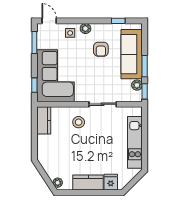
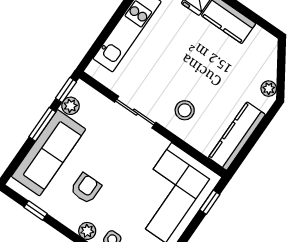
kitchen counter: (44, 120) -> (237, 136), width x1.50
plant: (58, 183) -> (269, 89), moved

